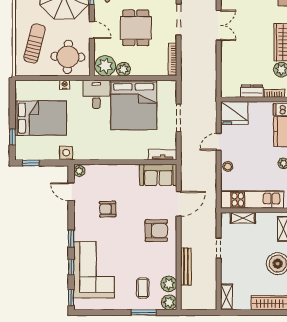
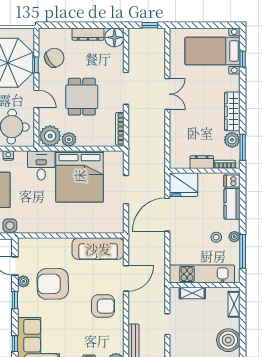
door: (219, 142) -> (167, 215), width x1.88
tv unit: (163, 155) -> (109, 228), removed
stool: (228, 167) -> (216, 237), moved
plant: (79, 171) -> (23, 281), moved
sofa: (158, 175) -> (98, 249), width x1.36
armchair: (108, 209) -> (53, 284), width x1.88, depth x1.88
window: (71, 239) -> (15, 300), moved

